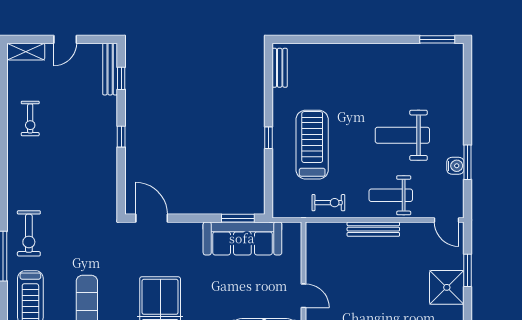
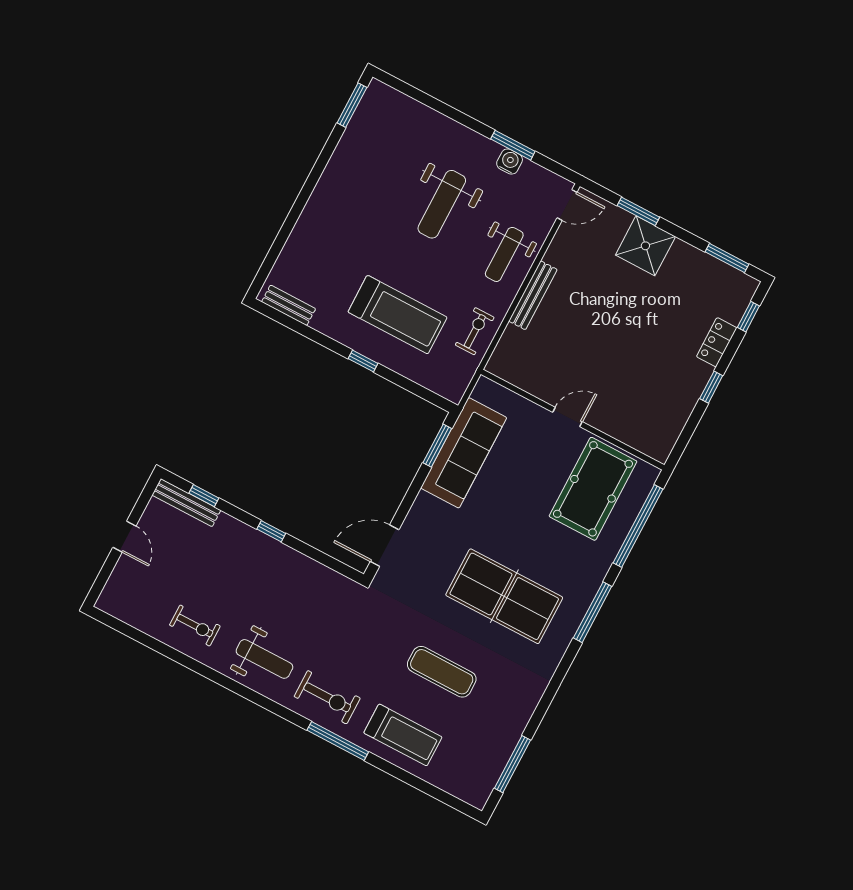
shelving: (26, 52) -> (114, 590), removed
treadmill: (312, 145) -> (398, 315), turned 180
weight bench: (32, 177) -> (264, 659), added

